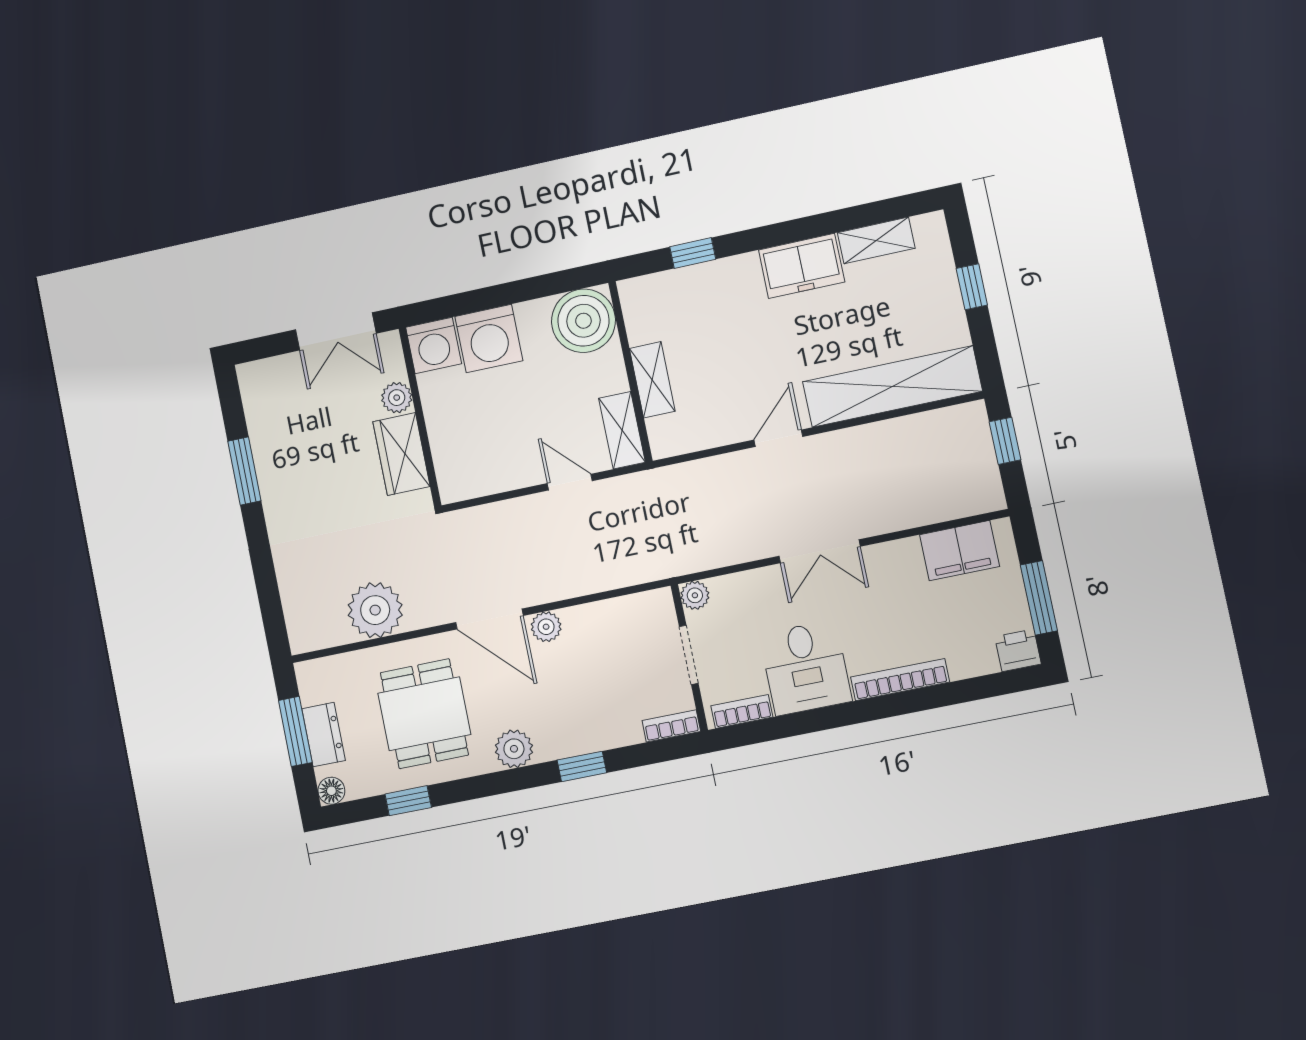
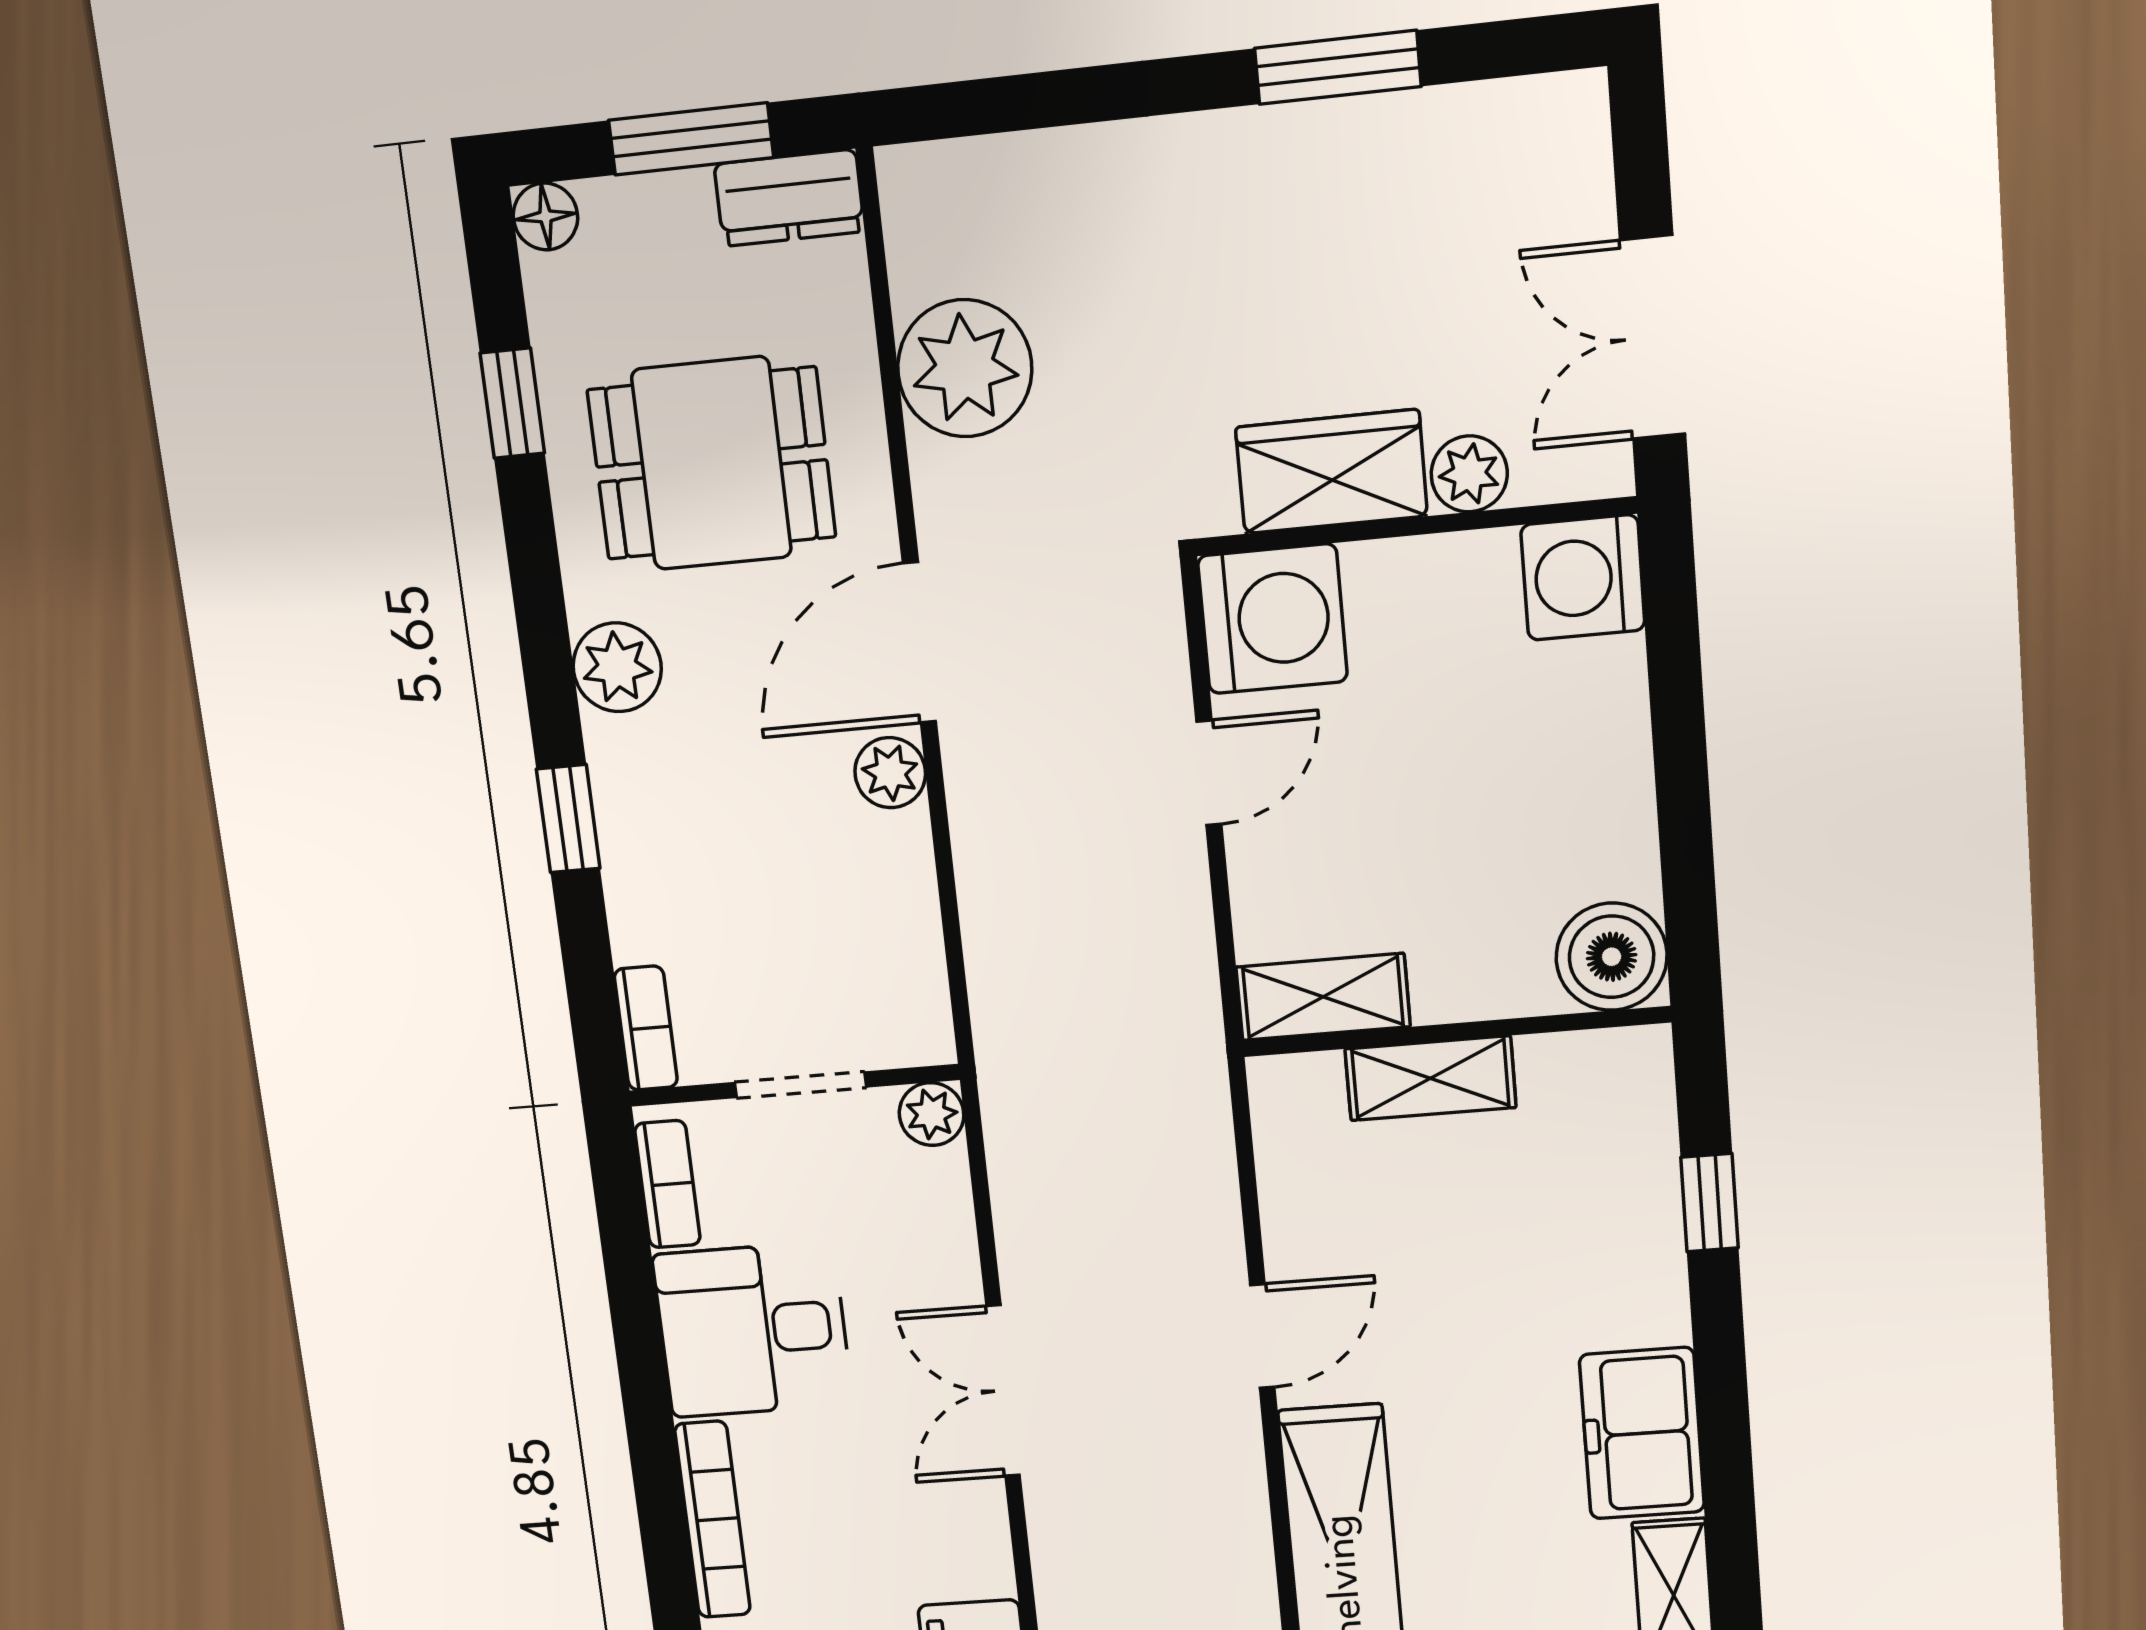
boiler: (583, 321) -> (1612, 957), width x0.73, depth x0.73
washing machine: (489, 339) -> (1273, 619), moved, turned 180
door: (778, 438) -> (1262, 1336), hinge flipped
door: (570, 482) -> (1209, 773), moved
dresser: (324, 734) -> (789, 198), moved

